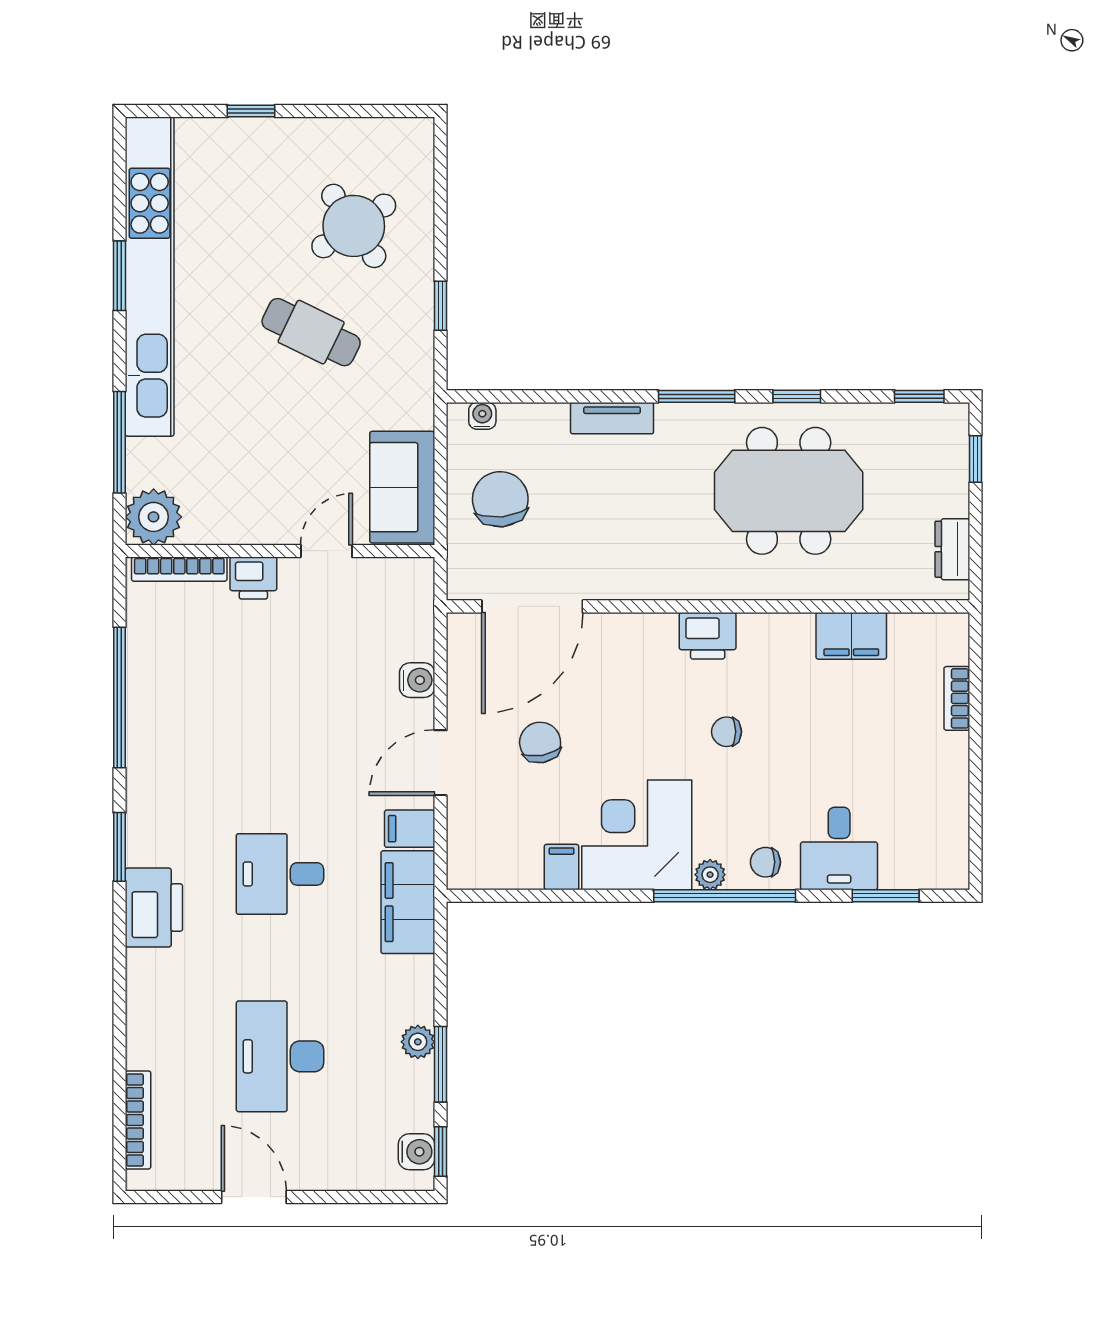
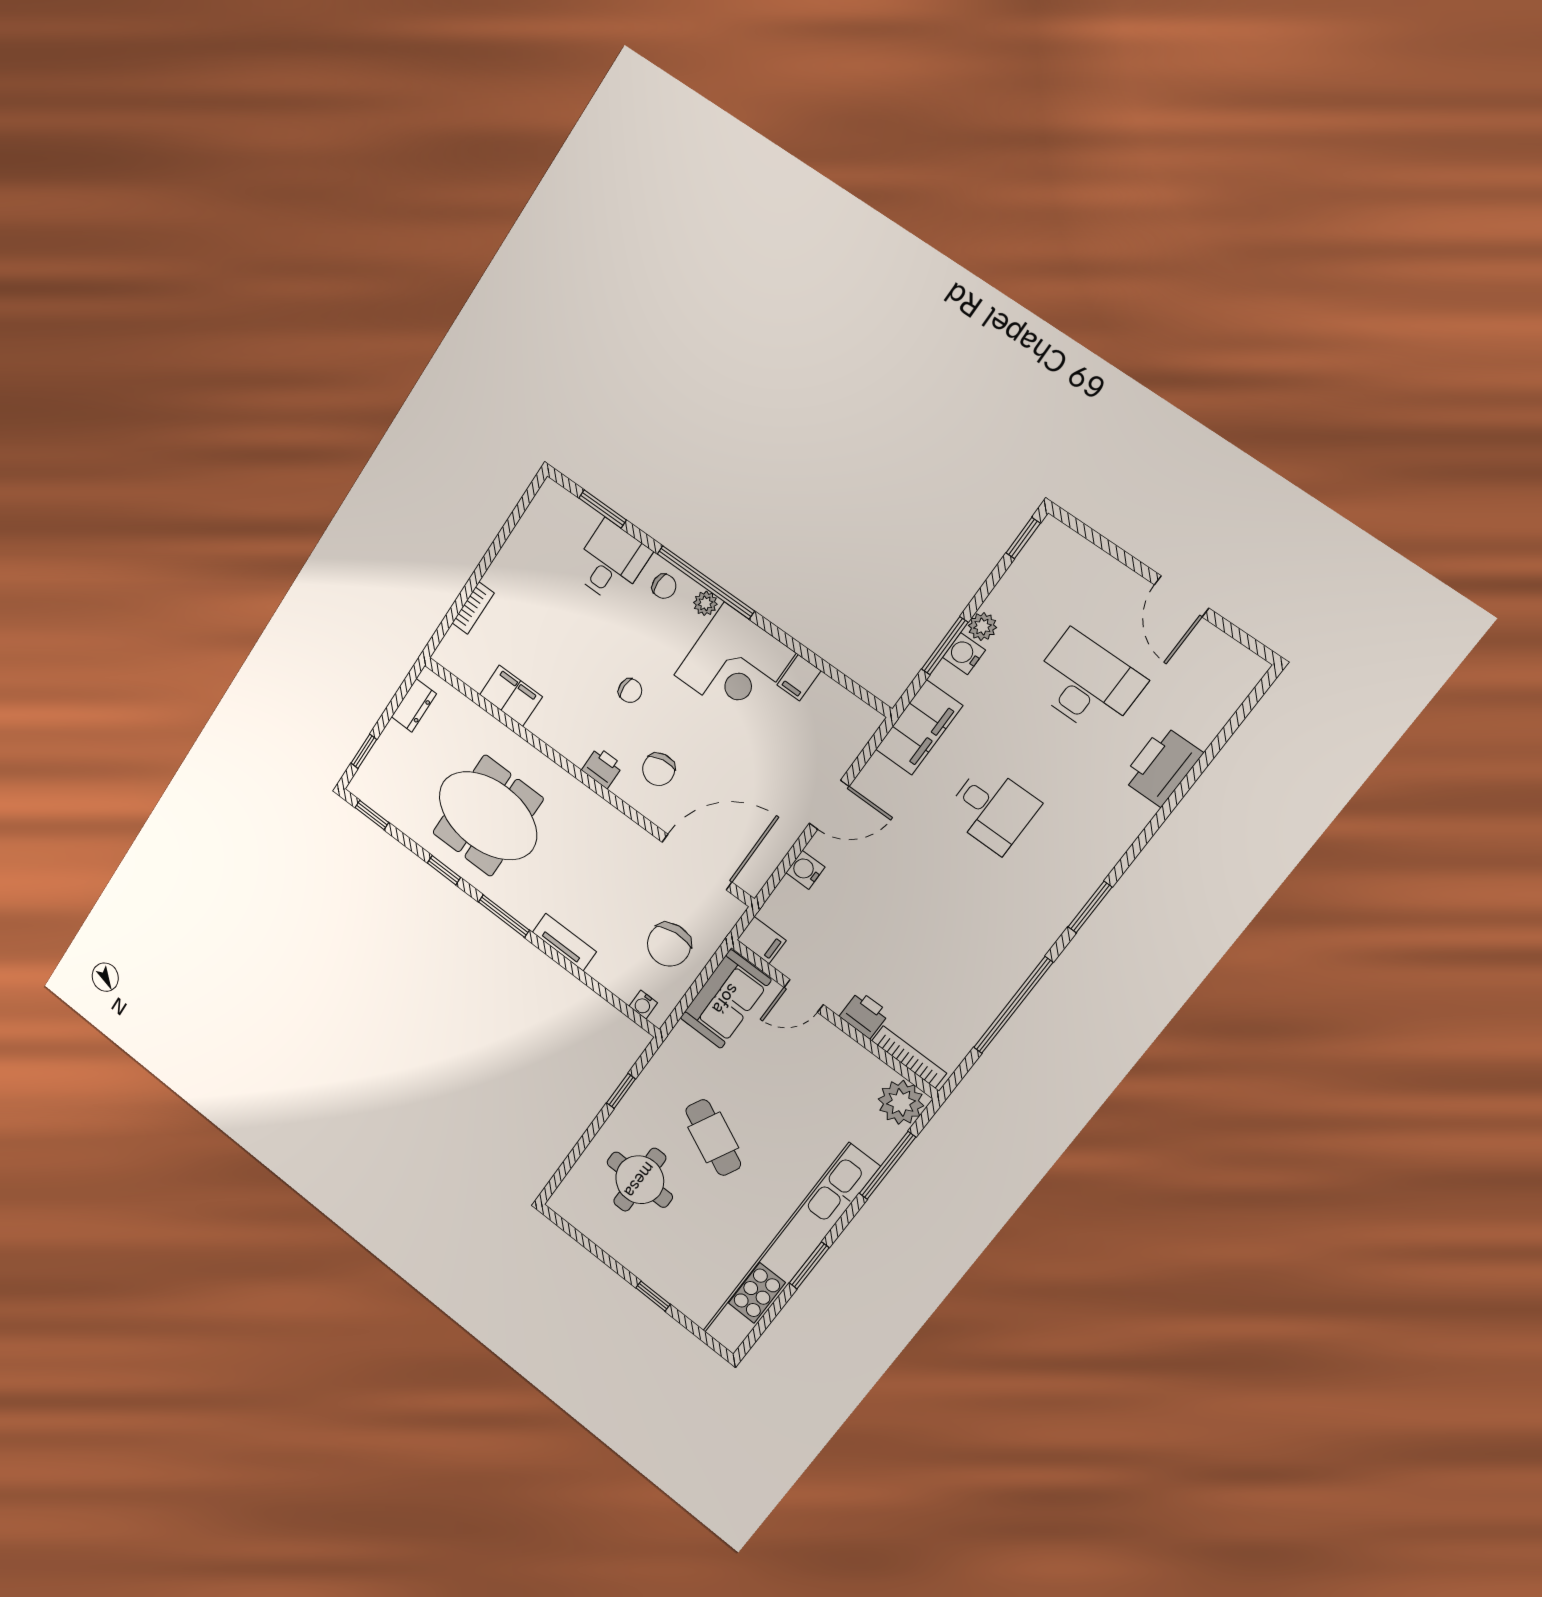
round table: (354, 226) -> (640, 1180), turned 34
printer: (708, 636) -> (602, 768), width x0.73, depth x0.81
chair: (540, 742) -> (659, 769), moved
filing cabinet: (410, 829) -> (761, 940), moved
printer: (154, 908) -> (1162, 766), moved
desk: (280, 1056) -> (1087, 684), turned -90
window: (440, 1064) -> (945, 646), moved
bookcase: (138, 1120) -> (1224, 709), removed
water cooler: (416, 1152) -> (964, 654), moved

